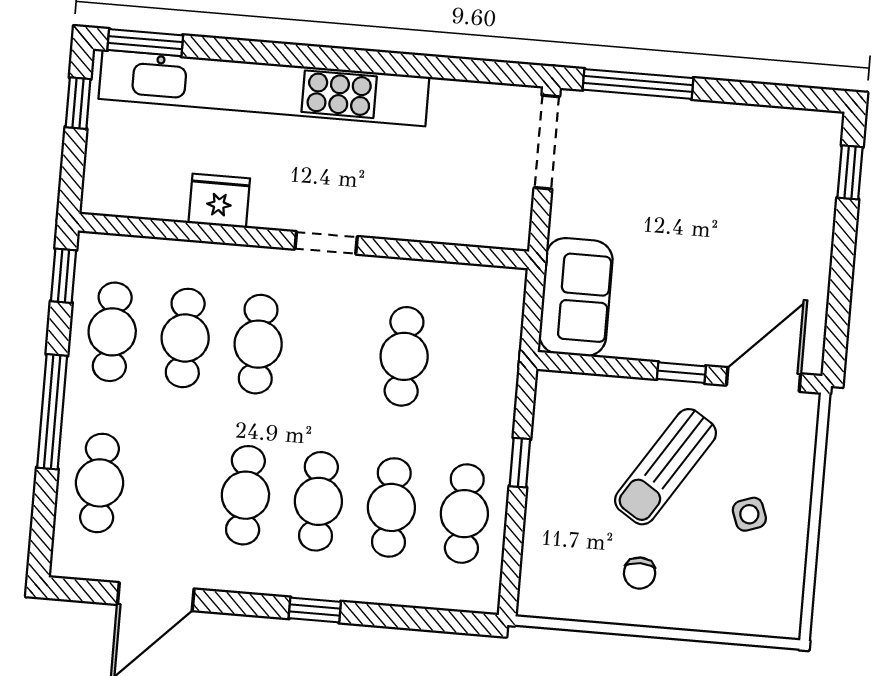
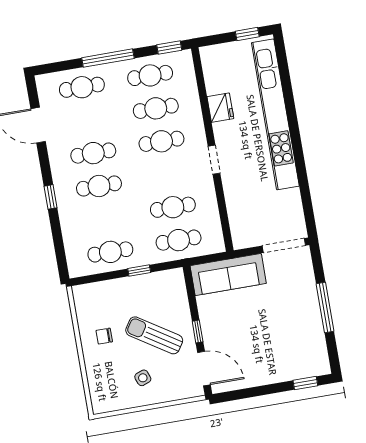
window: (145, 43) -> (282, 57), removed
window: (638, 84) -> (325, 308), moved
sofa: (576, 297) -> (228, 275), width x1.36
cafe table: (391, 507) -> (179, 240), moved

